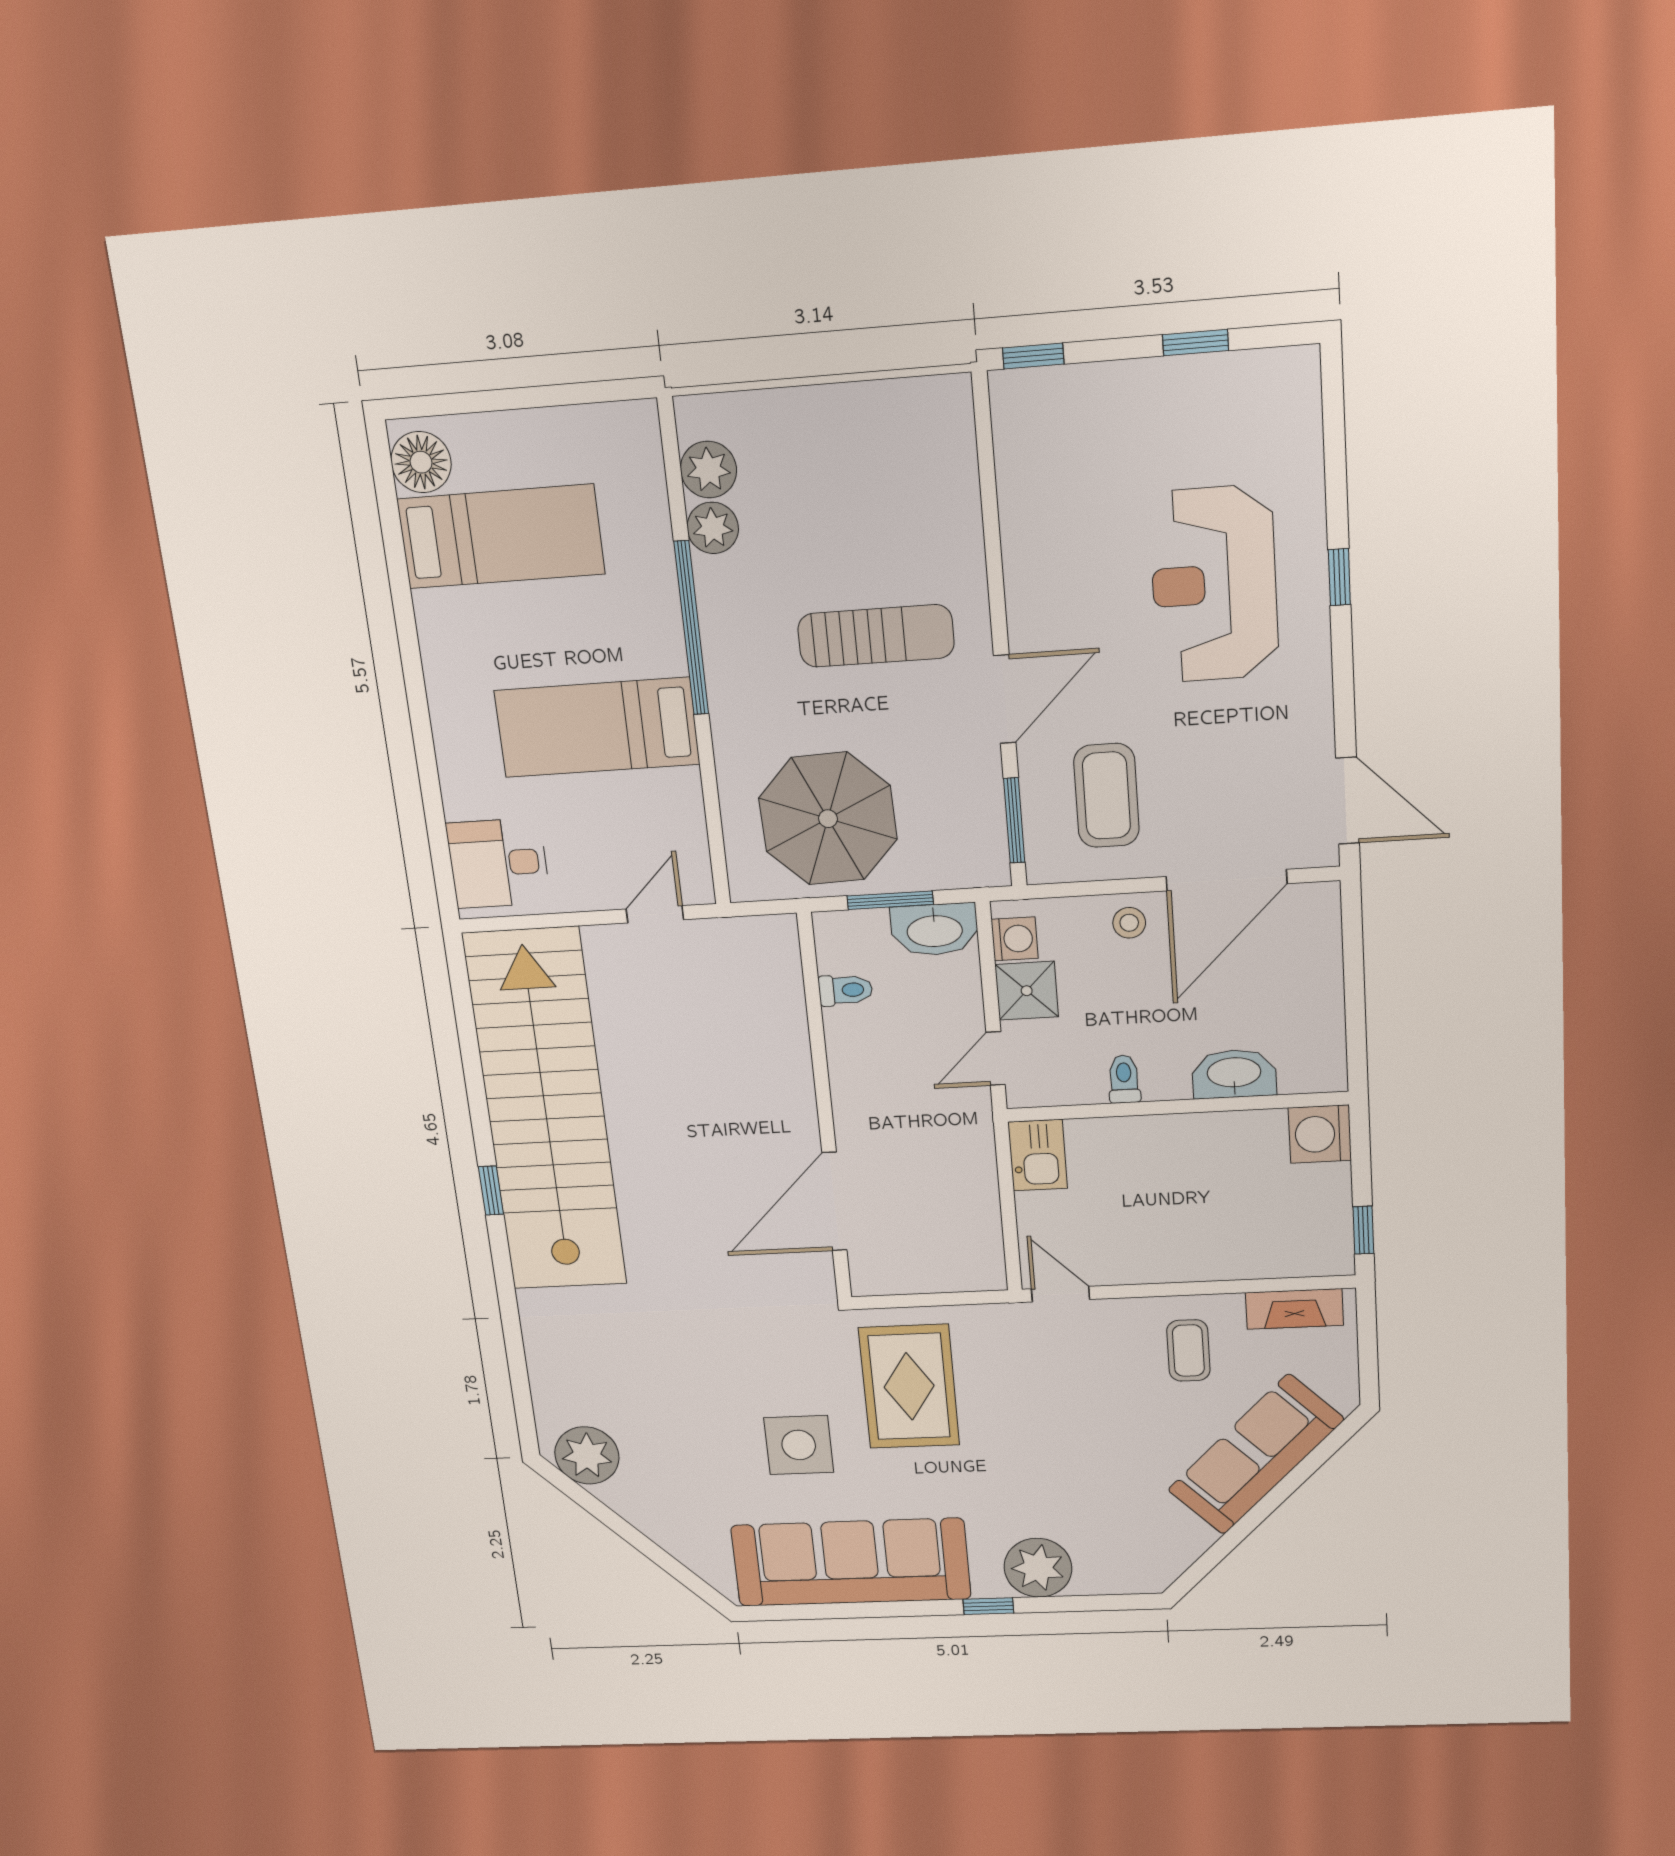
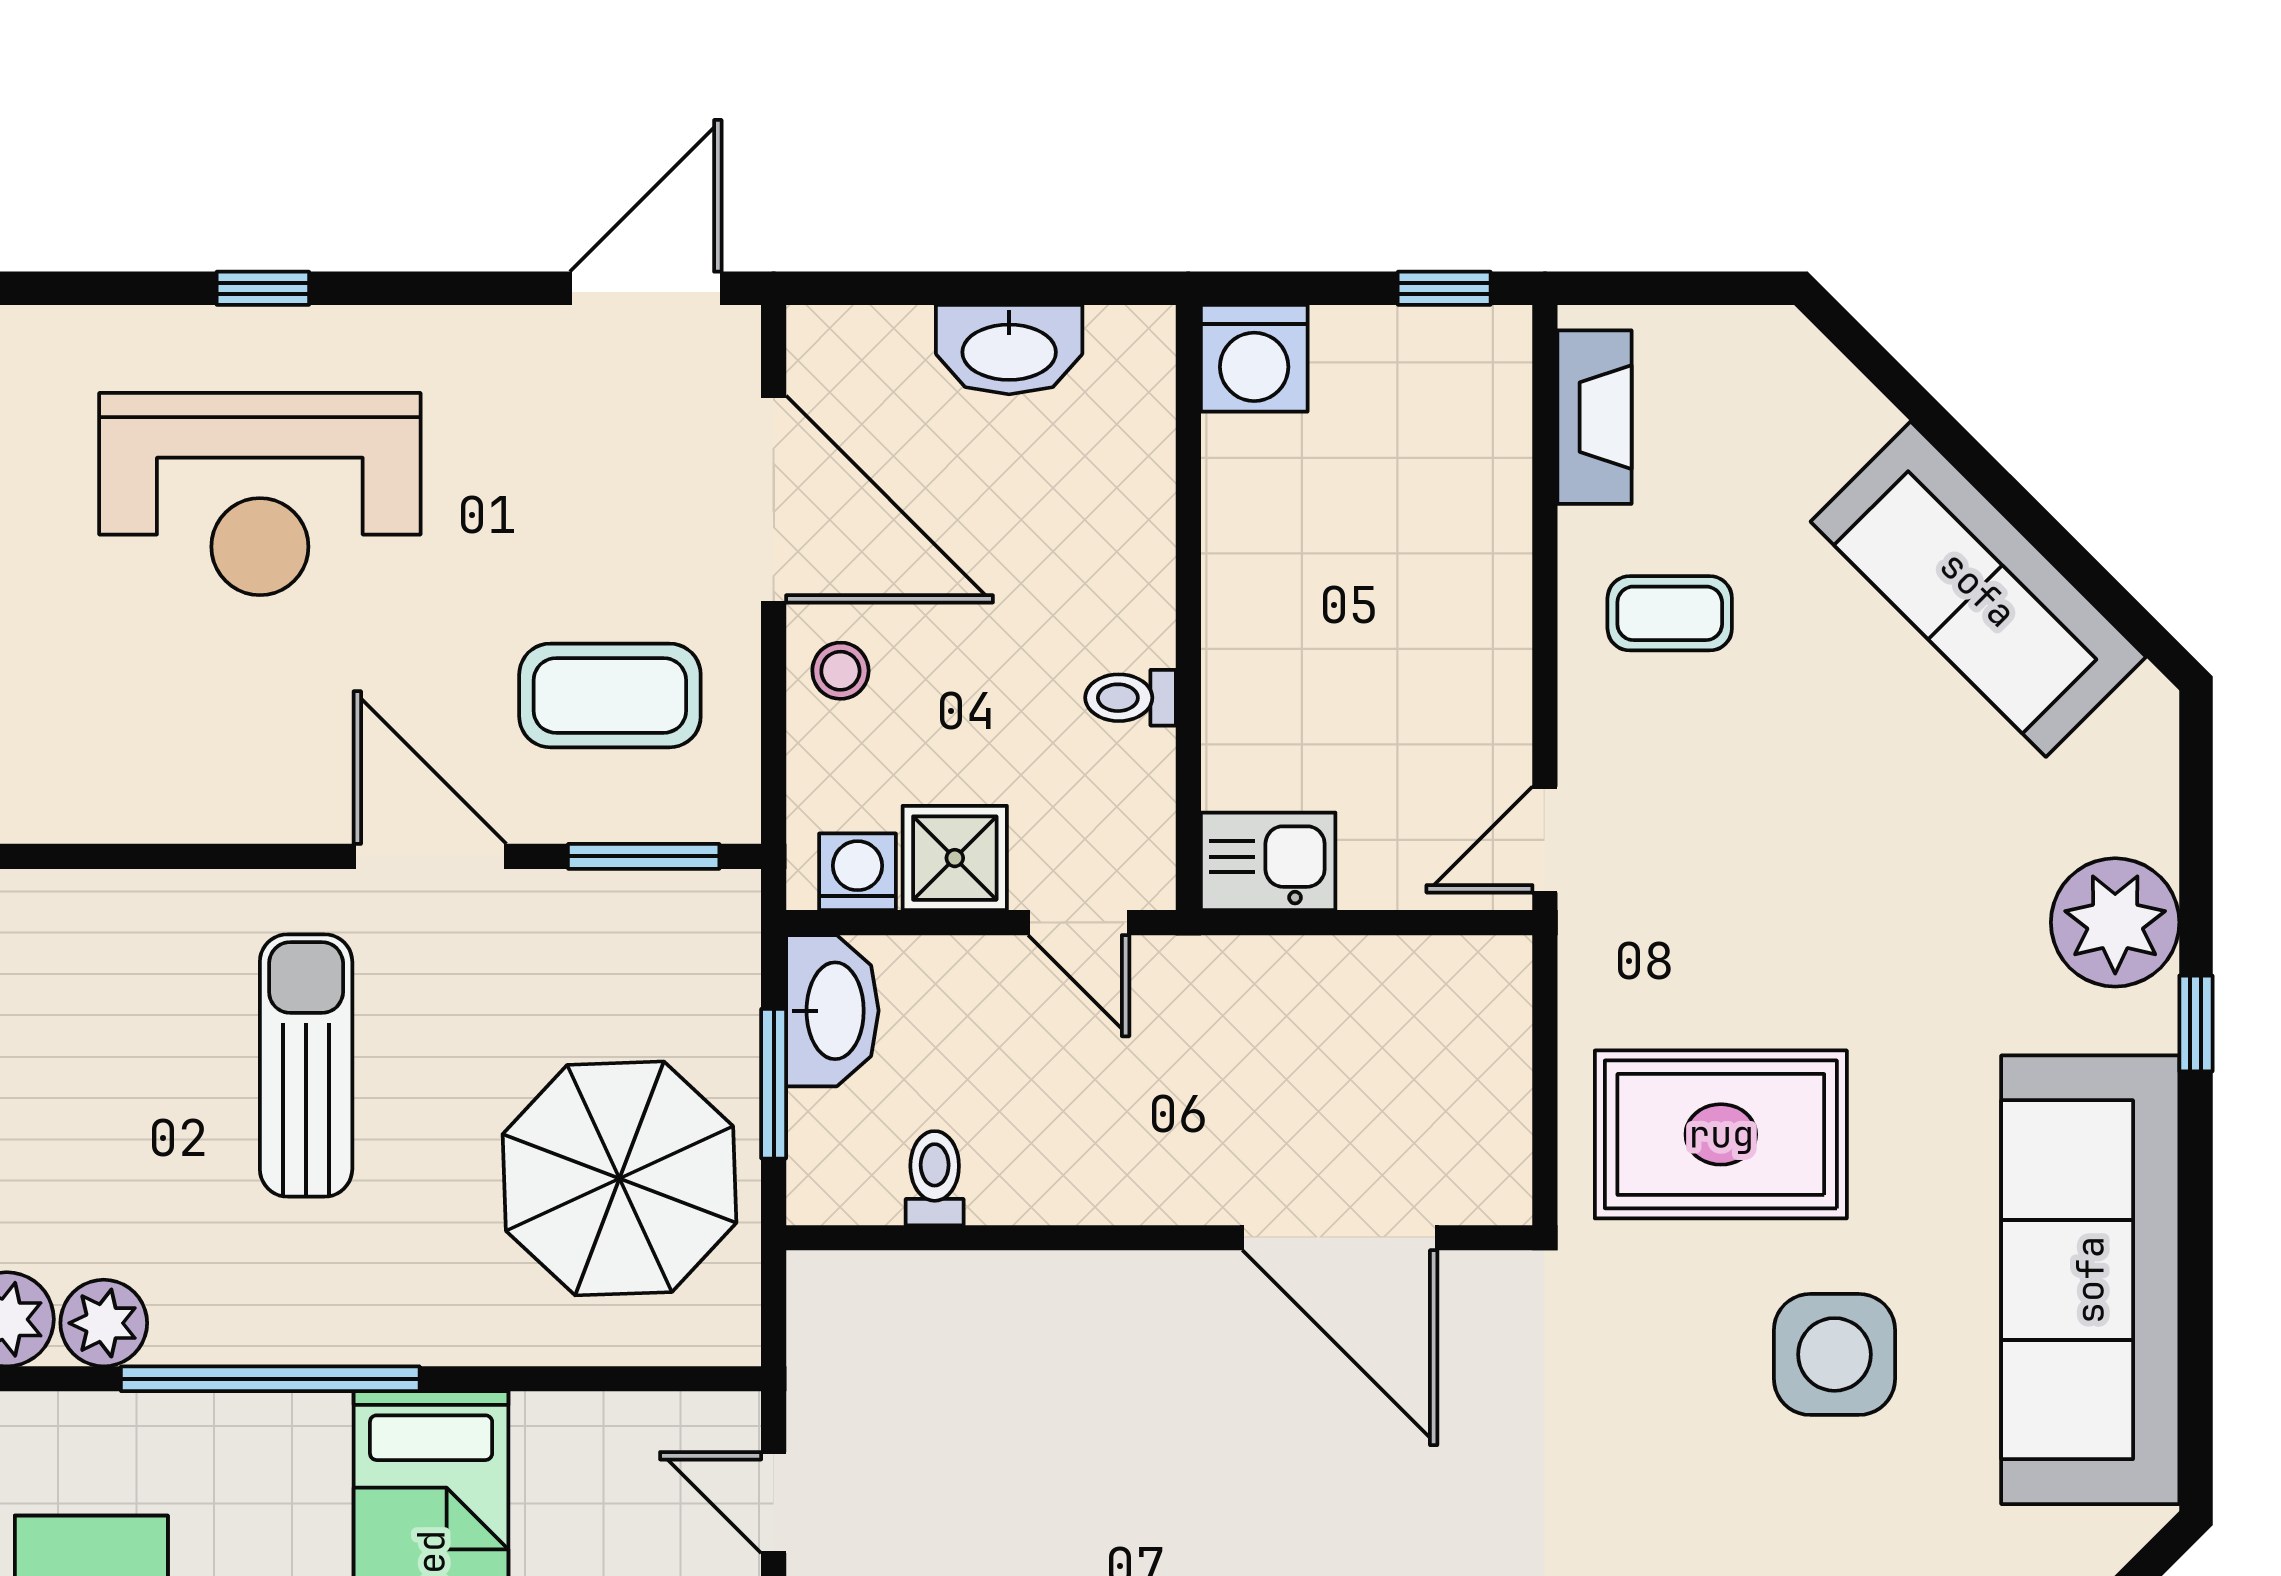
washbasin: (1234, 1074) -> (1009, 350), moved, turned -90
sofa: (1256, 1455) -> (1978, 589), moved

